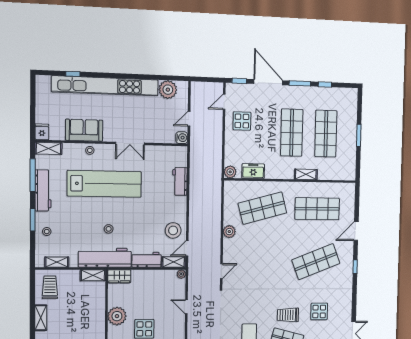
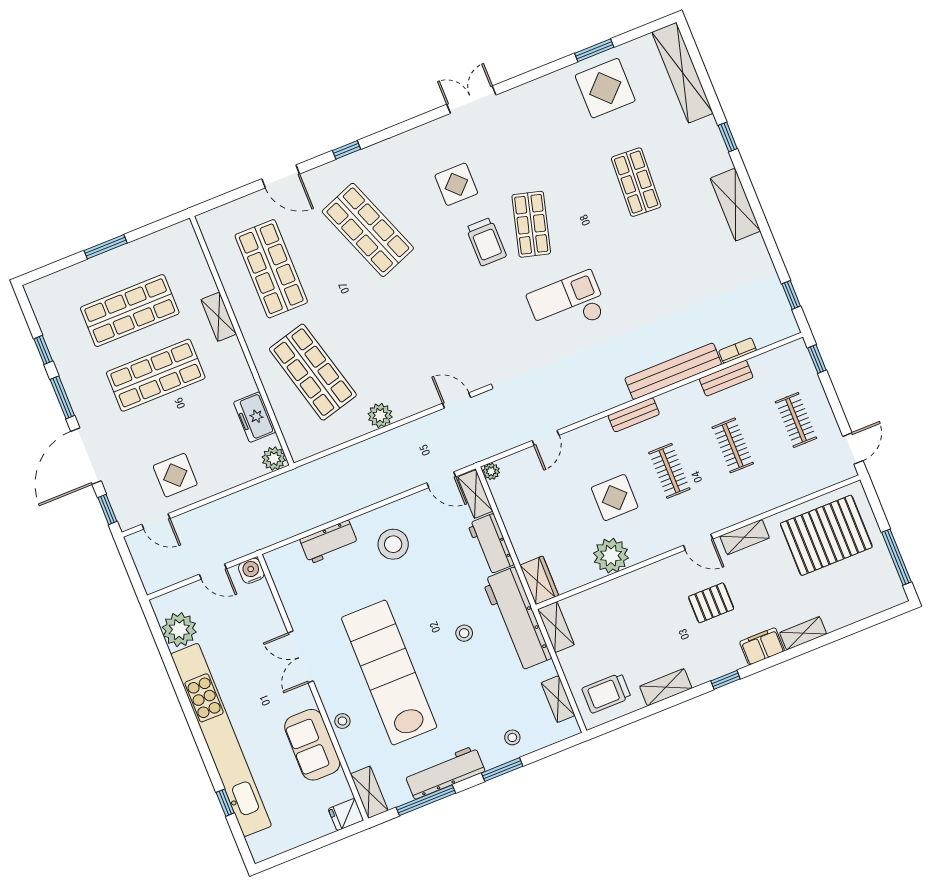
double door: (130, 143) -> (301, 657), swing flipped
stool: (173, 230) -> (393, 544), moved

